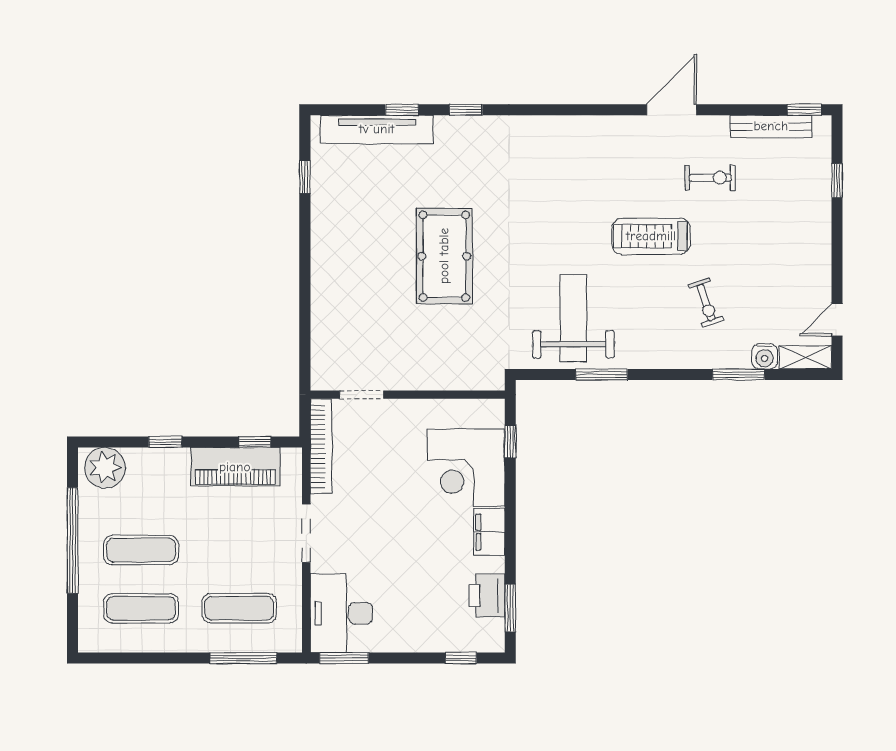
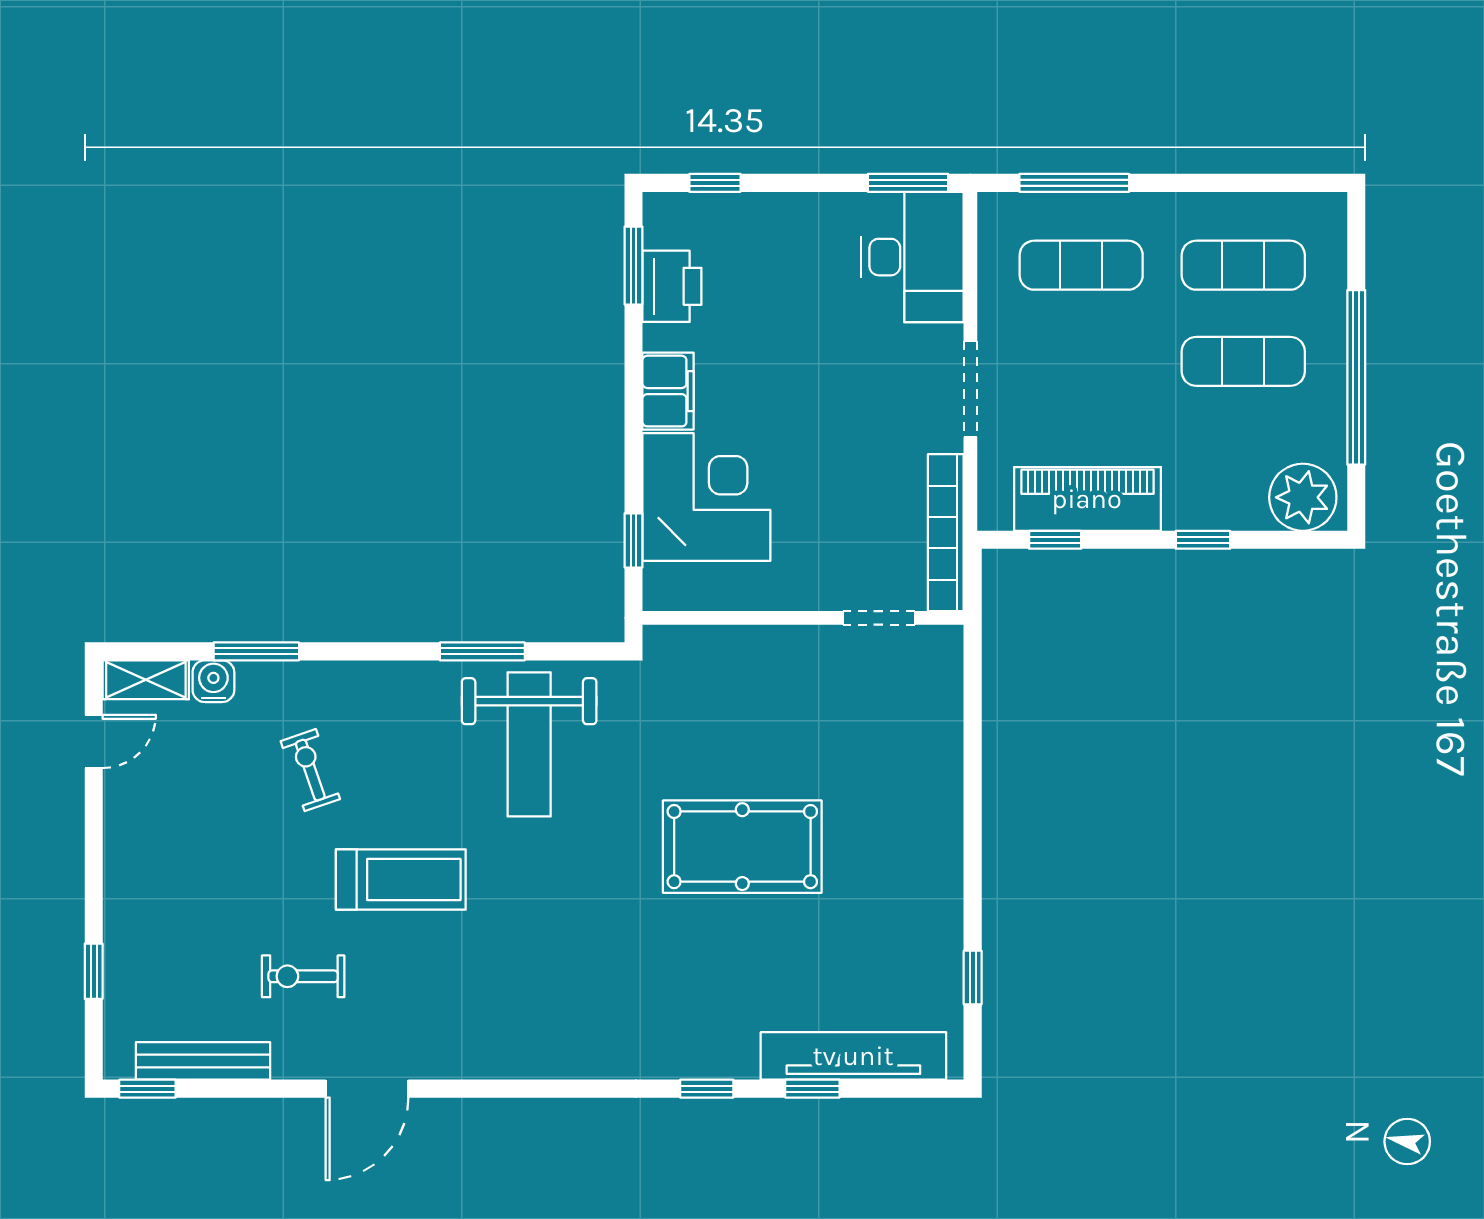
pool table: (444, 256) -> (742, 847), turned 90

